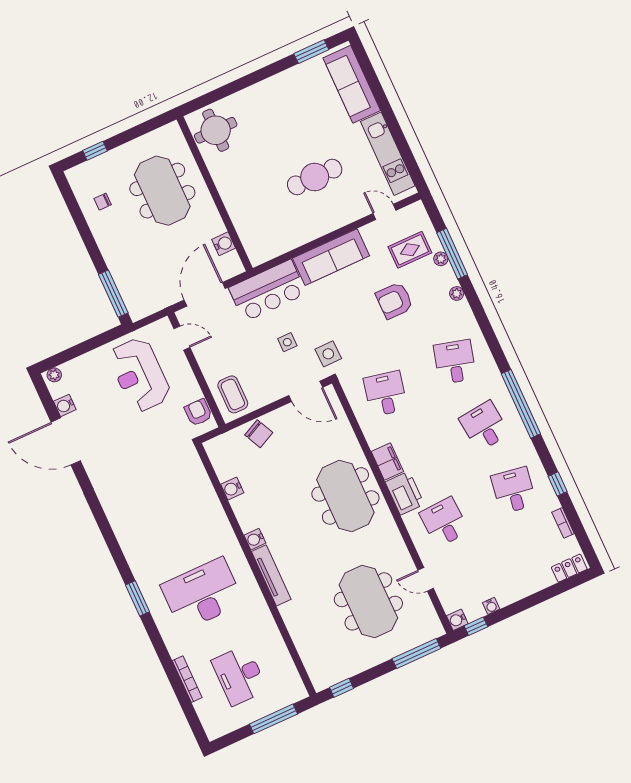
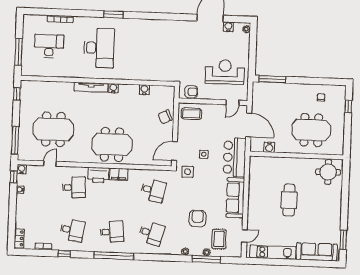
cafe table: (315, 177) -> (289, 200), moved

